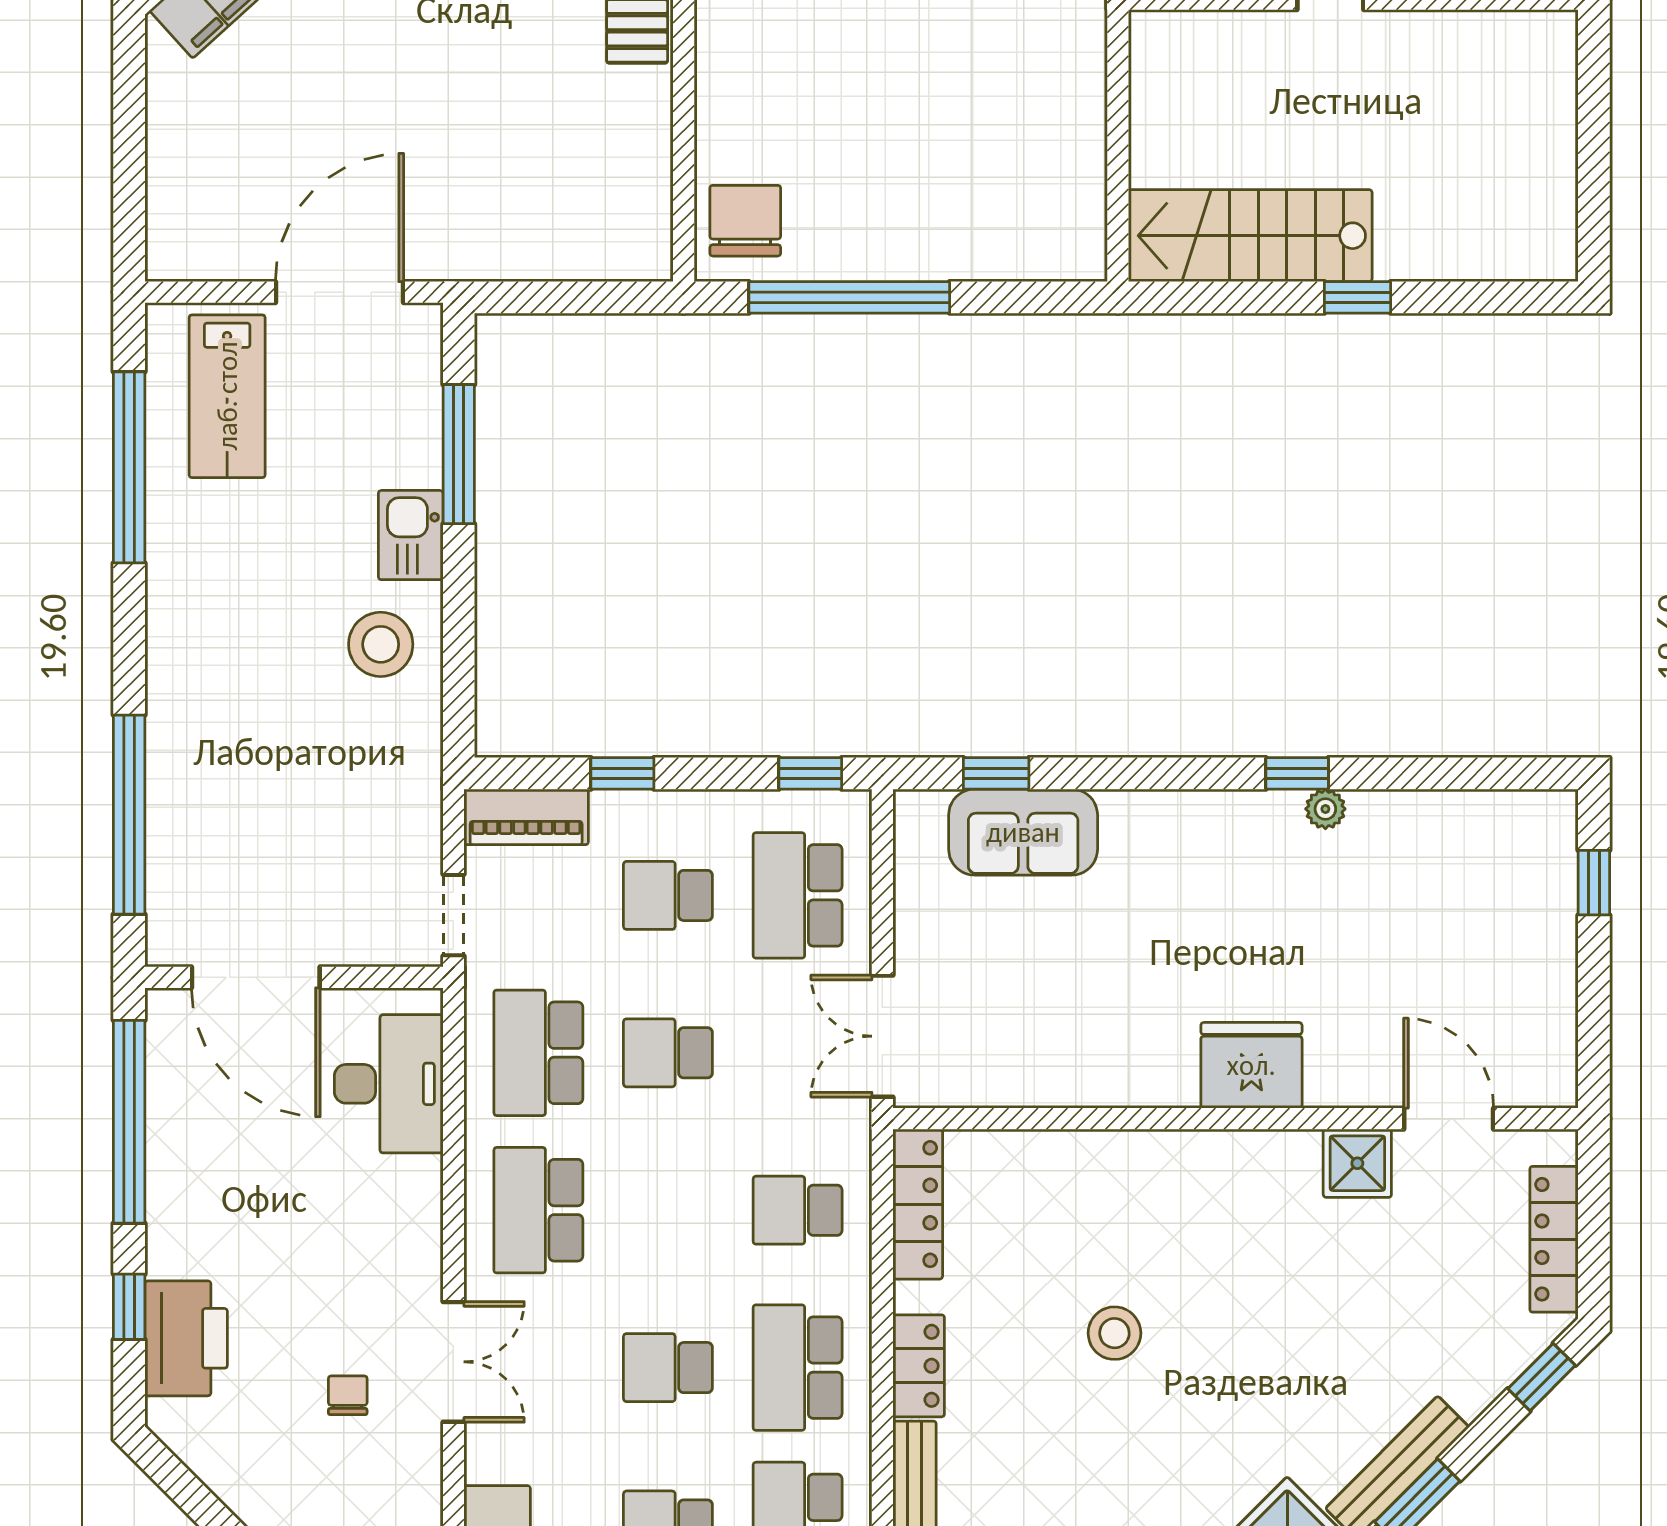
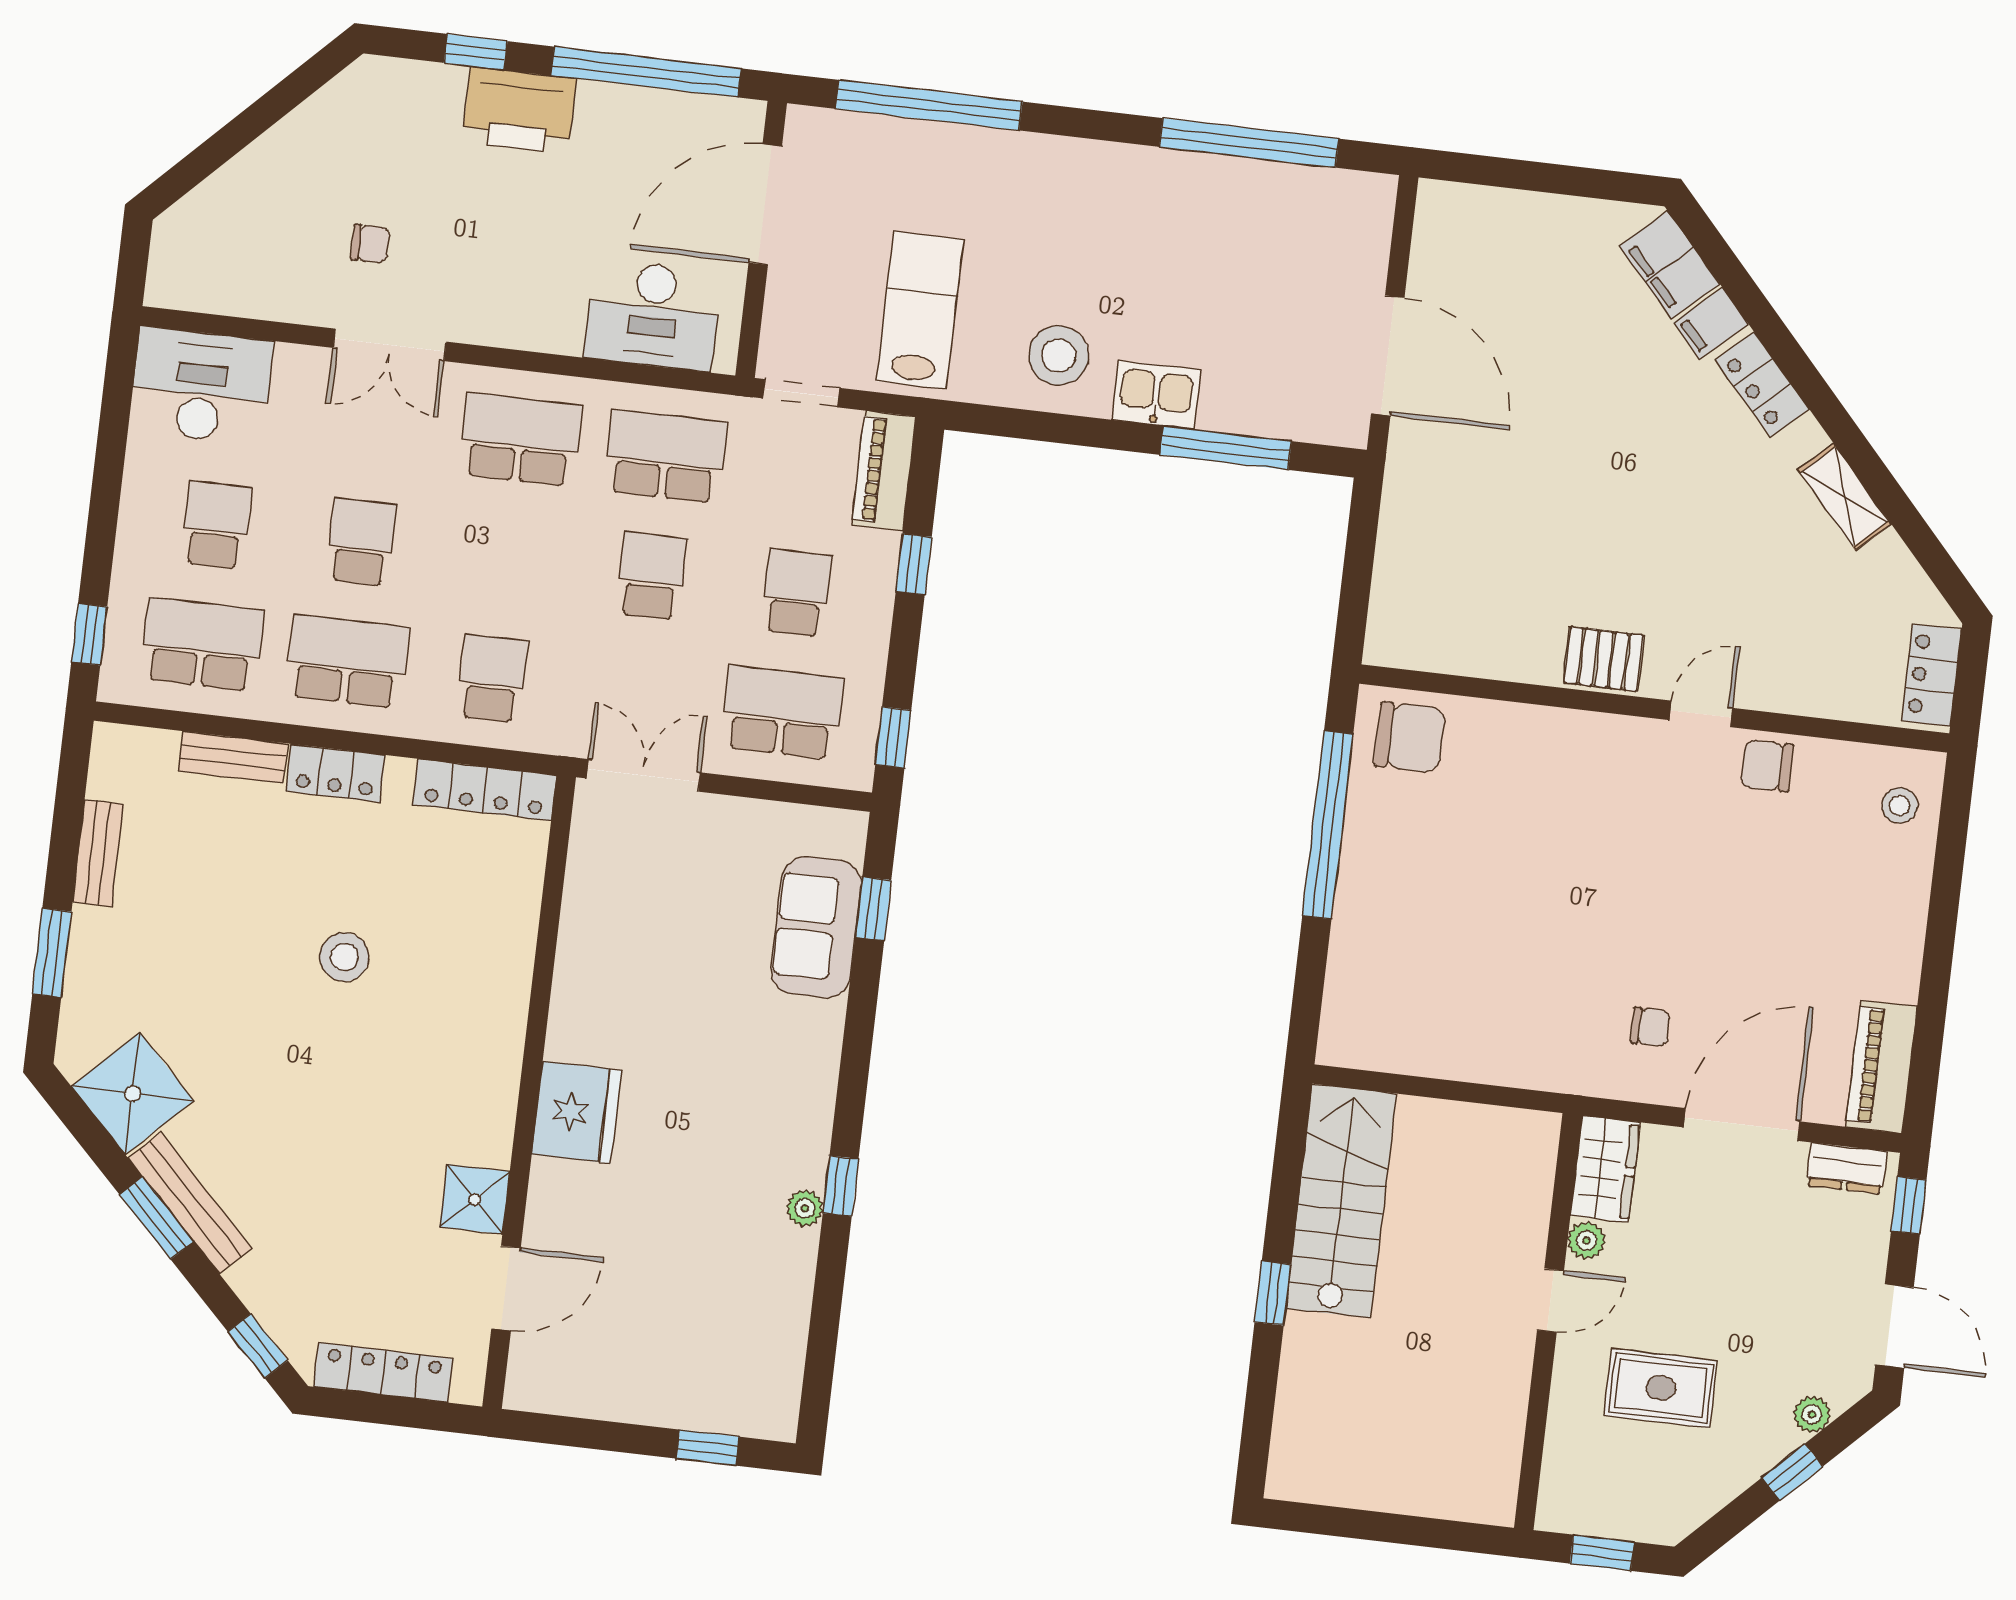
lab bench: (227, 396) -> (920, 310), moved, turned 90
printer: (186, 1338) -> (519, 110), moved

